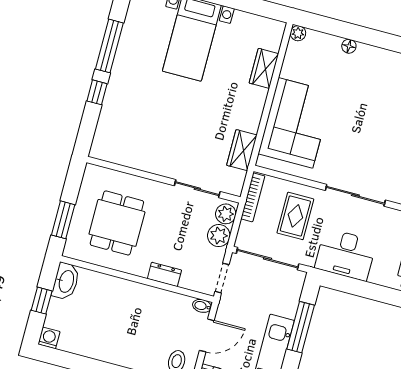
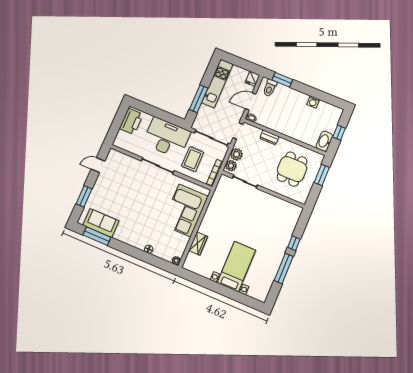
wardrobe: (242, 150) -> (217, 199), removed
desk: (346, 255) -> (167, 138), width x1.36, depth x1.30
washing machine: (49, 338) -> (313, 102), moved

